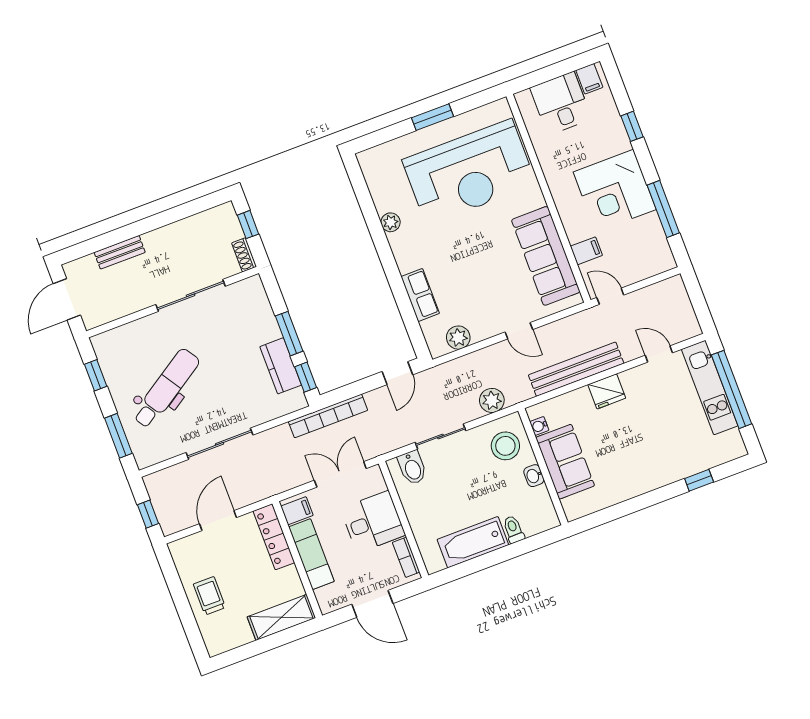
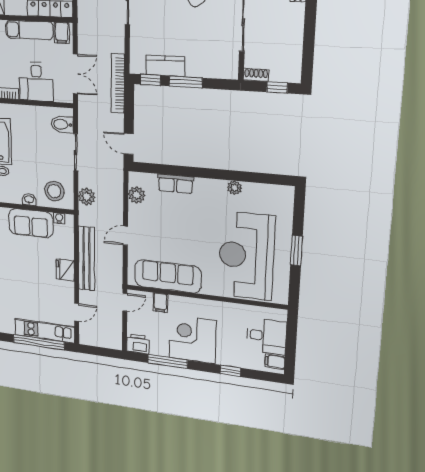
printer: (660, 257) -> (138, 344), added

